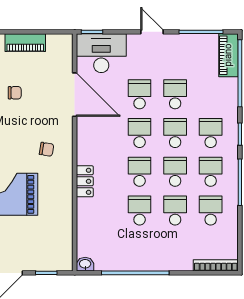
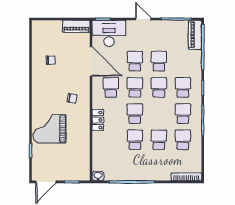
piano: (25, 43) -> (76, 26), moved
school desk: (175, 172) -> (111, 87), moved

